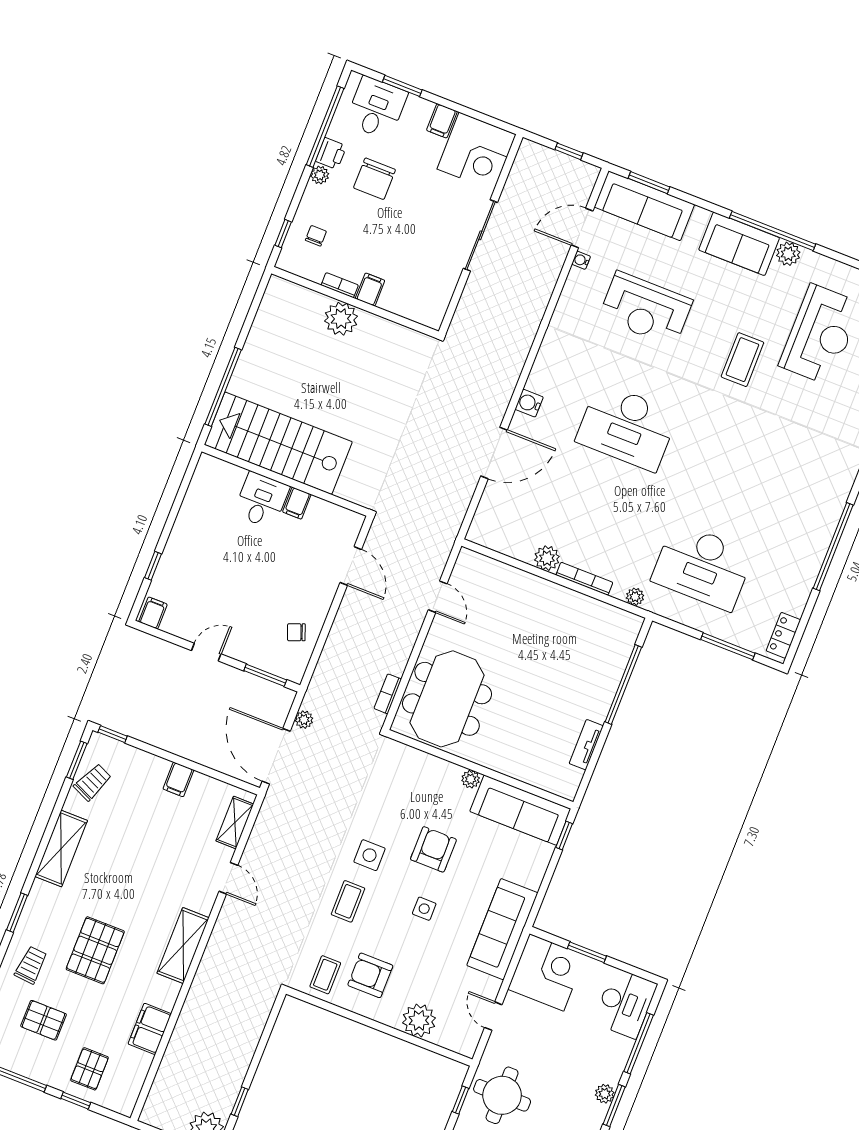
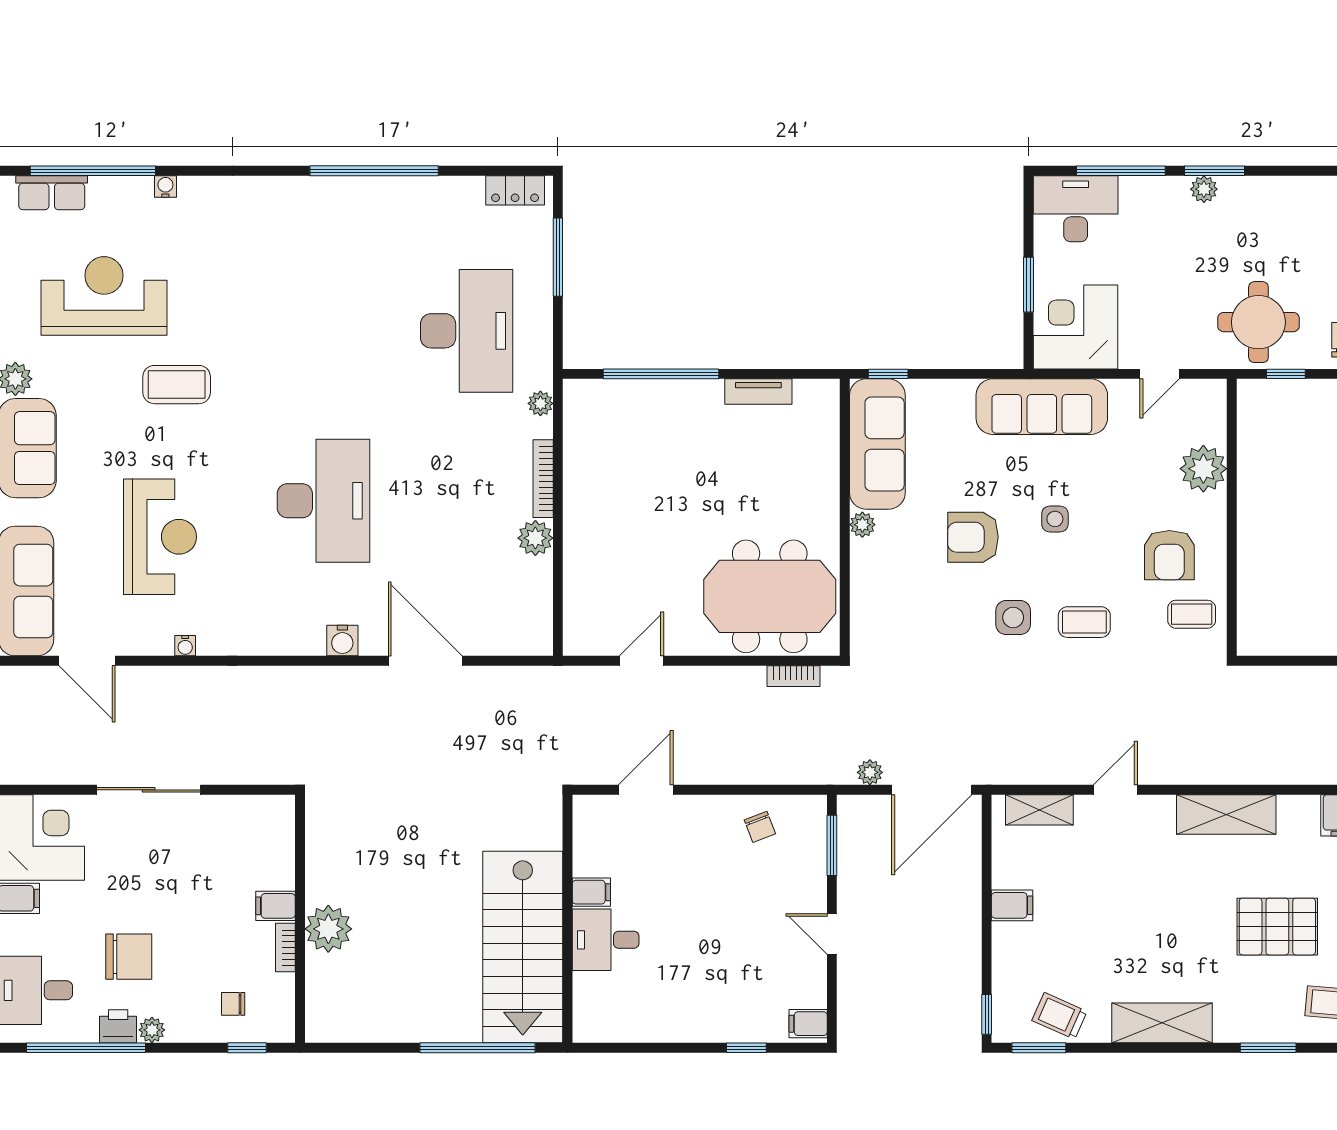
water cooler: (581, 260) -> (185, 646), moved

